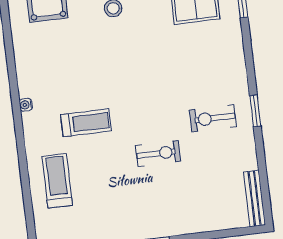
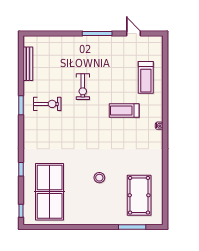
exercise bike: (158, 153) -> (83, 87), turned -90
bench: (255, 198) -> (28, 64), moved

